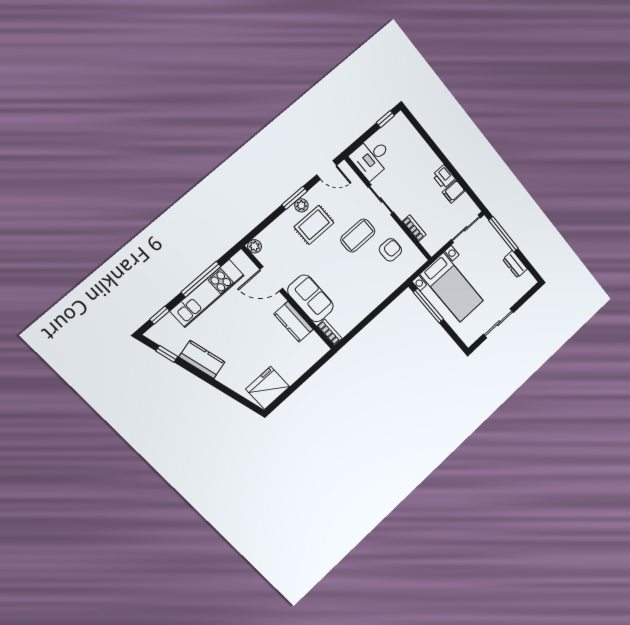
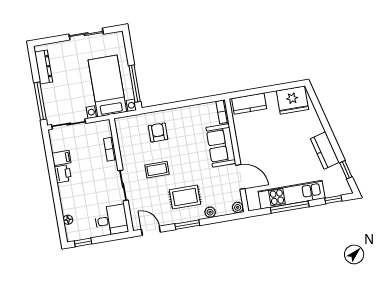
floor lamp: (413, 134) -> (68, 220), added
plant: (301, 205) -> (210, 212), moved
coffee table: (358, 236) -> (157, 170), width x0.73, depth x0.77
armchair: (390, 250) -> (158, 132), moved, turned 90
dresser: (515, 264) -> (44, 67), width x1.44
kitchen counter: (294, 322) -> (249, 104), moved, turned 90

